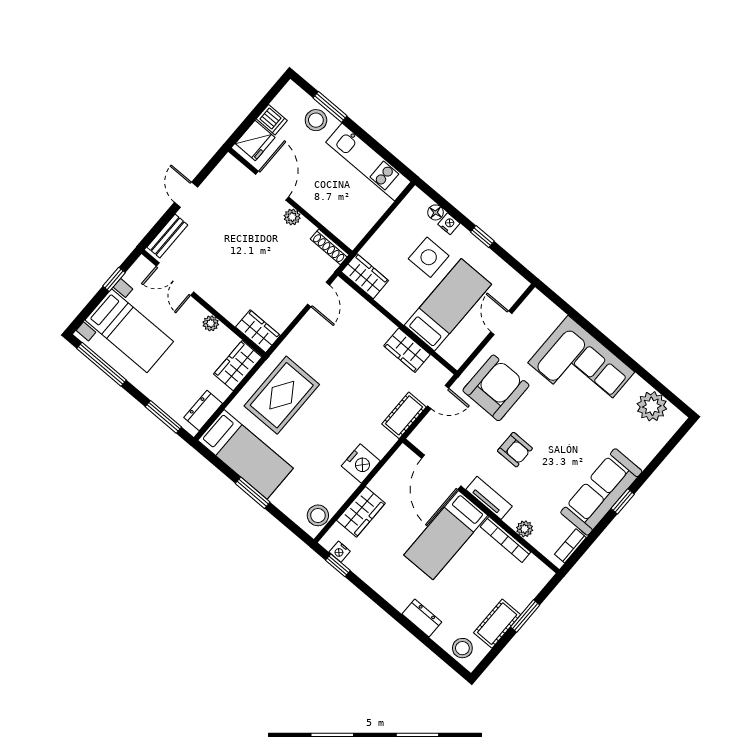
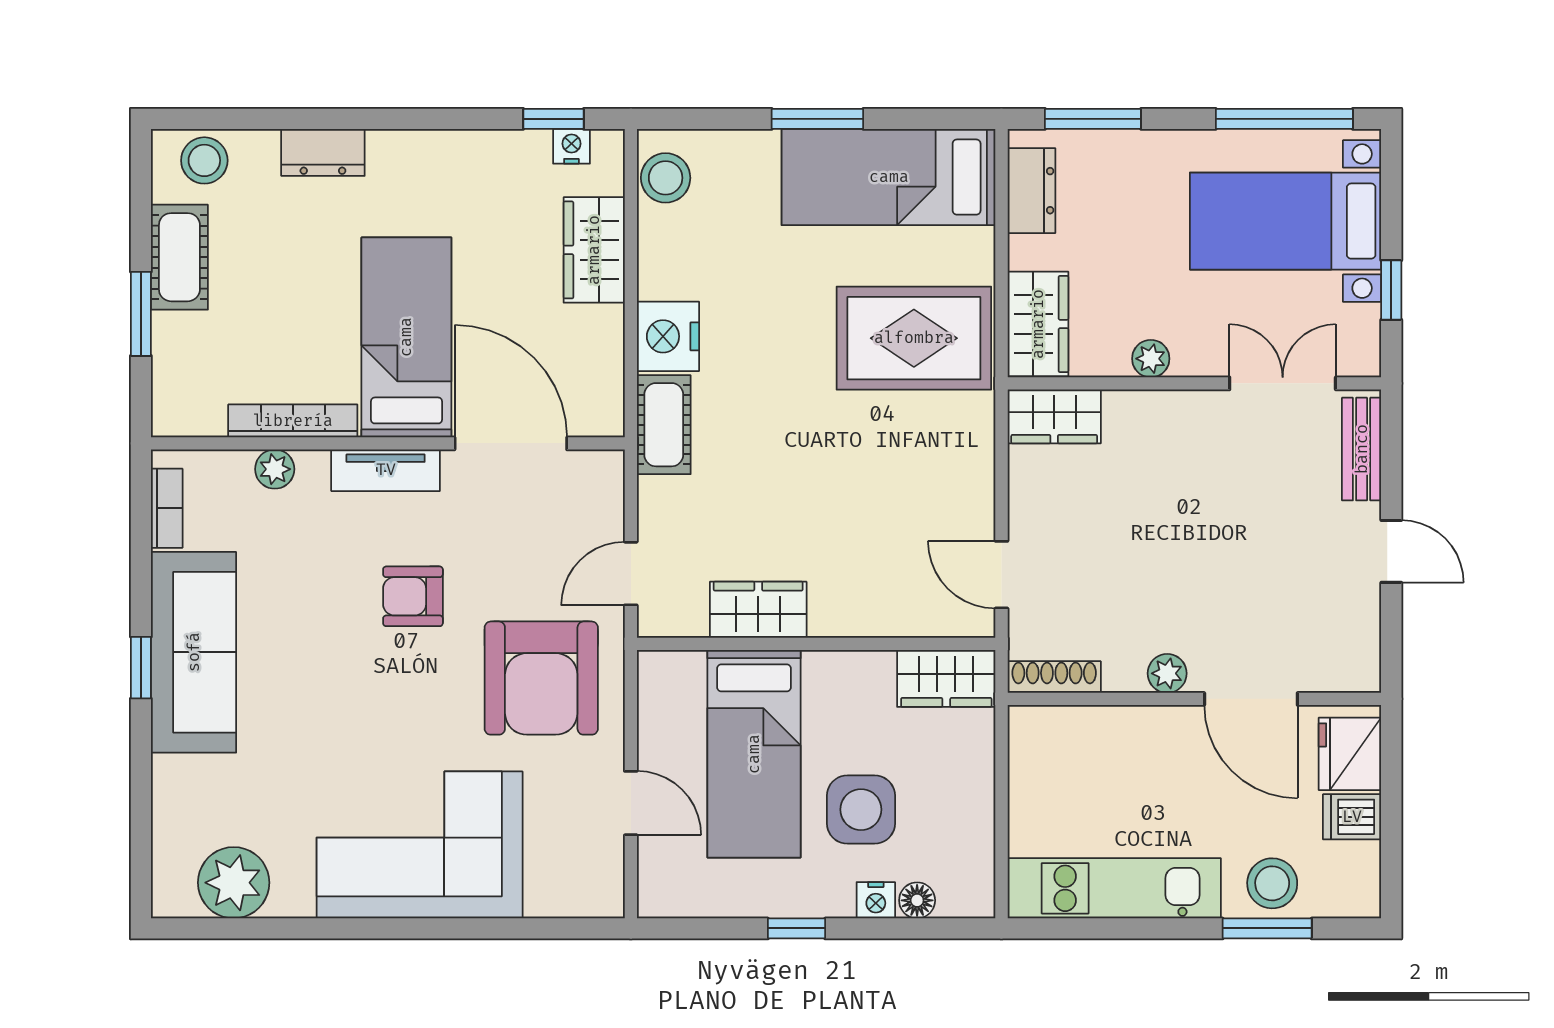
rug: (282, 395) -> (914, 338), turned 90
cot: (404, 415) -> (664, 425), moved

